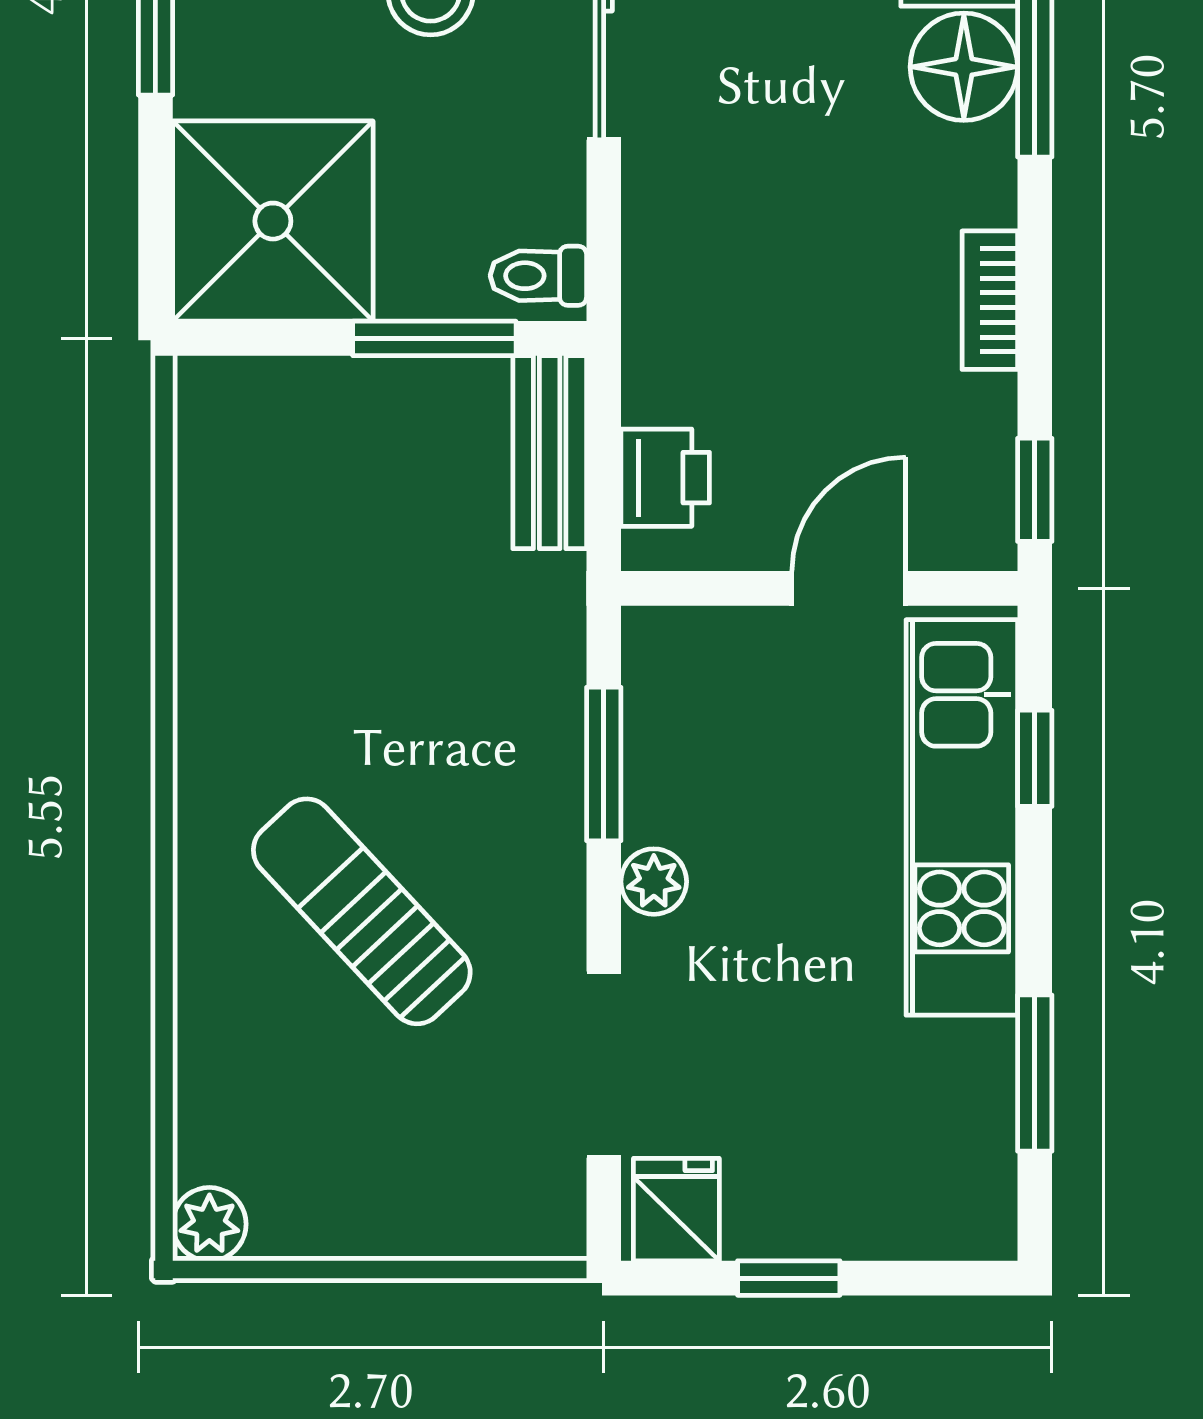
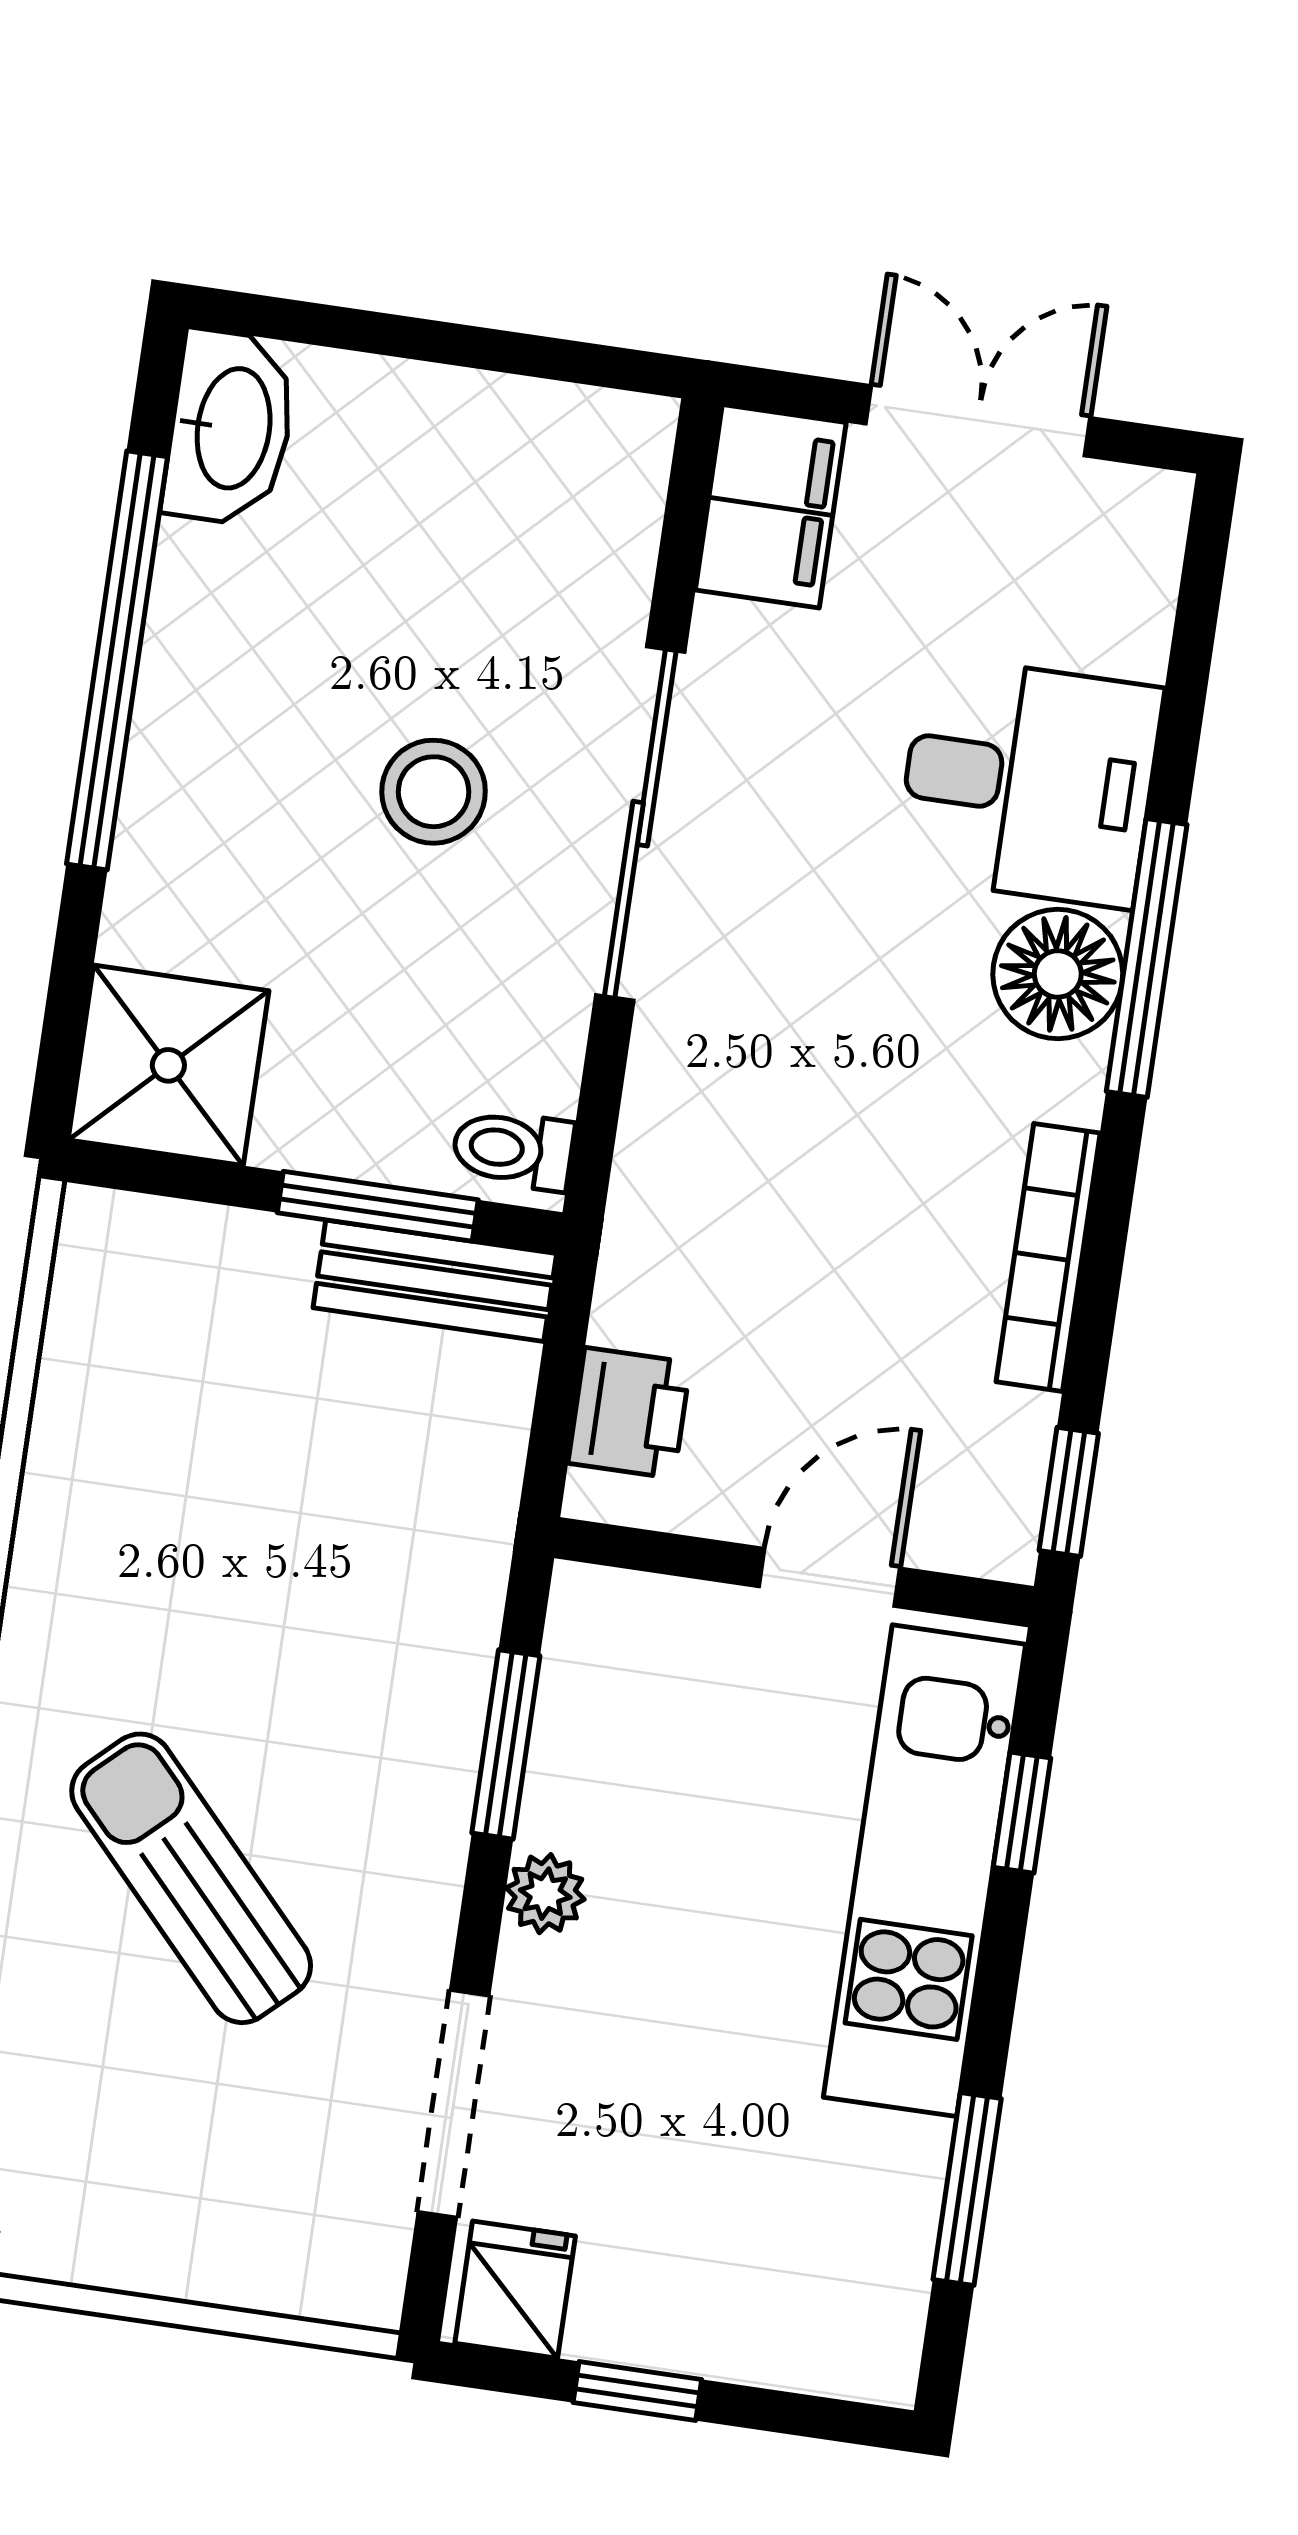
shower: (273, 221) -> (168, 1065), width x0.73, depth x0.73
bookcase: (990, 300) -> (1048, 1257), width x1.56
bench: (550, 452) -> (435, 1281), moved, turned 90

